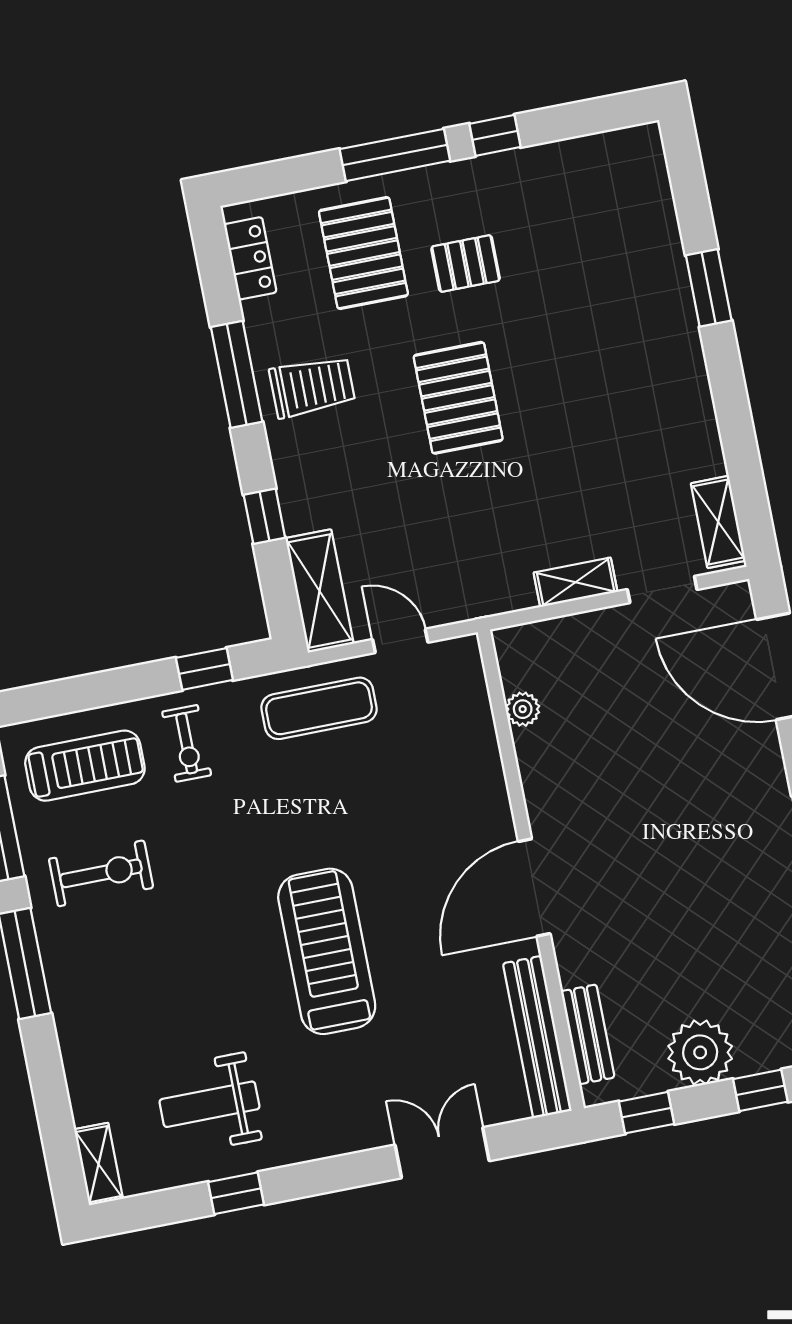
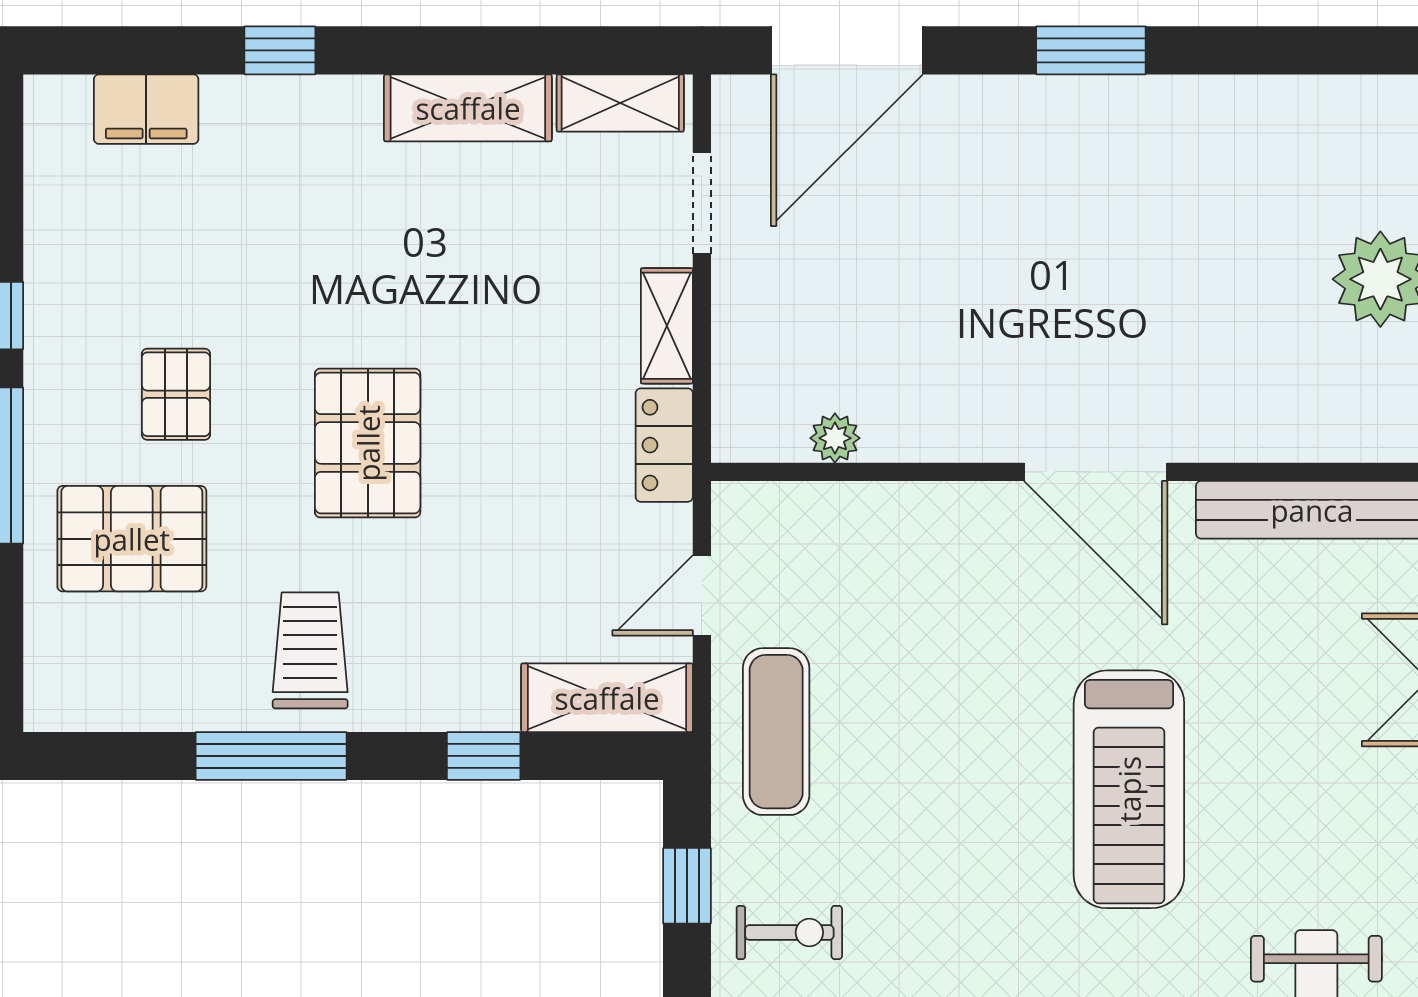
filing cabinet: (652, 206) -> (146, 109), added
locker: (250, 258) -> (664, 445), moved, turned -90
window: (709, 288) -> (280, 50), width x0.67
pallet: (458, 398) -> (368, 443), turned 90
shelving: (695, 421) -> (468, 108), added
treadmill: (327, 951) -> (1129, 789), turned -90
bench: (588, 1034) -> (1323, 436), removed

